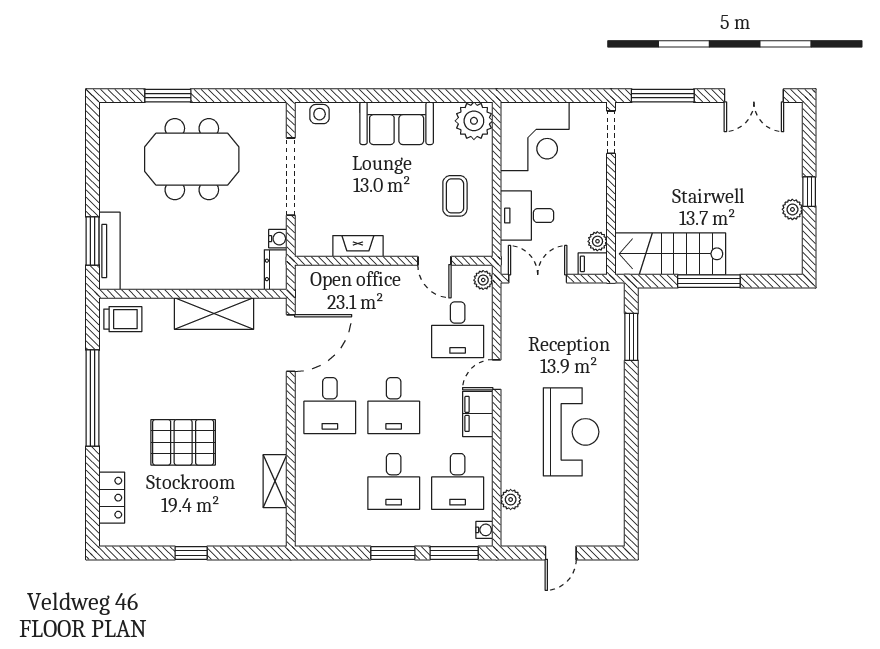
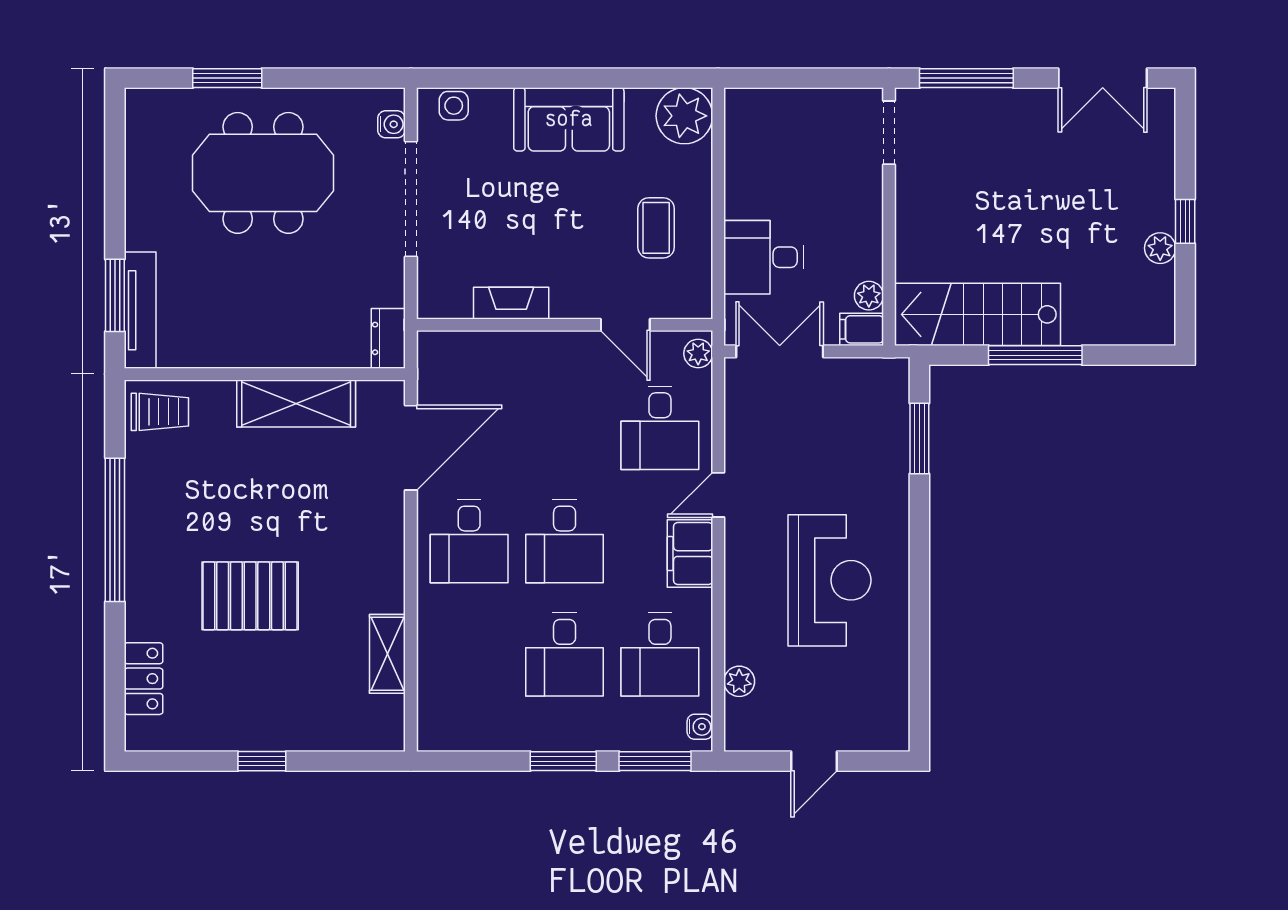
corner desk: (535, 136) -> (775, 139), removed
water cooler: (278, 239) -> (391, 124), moved

